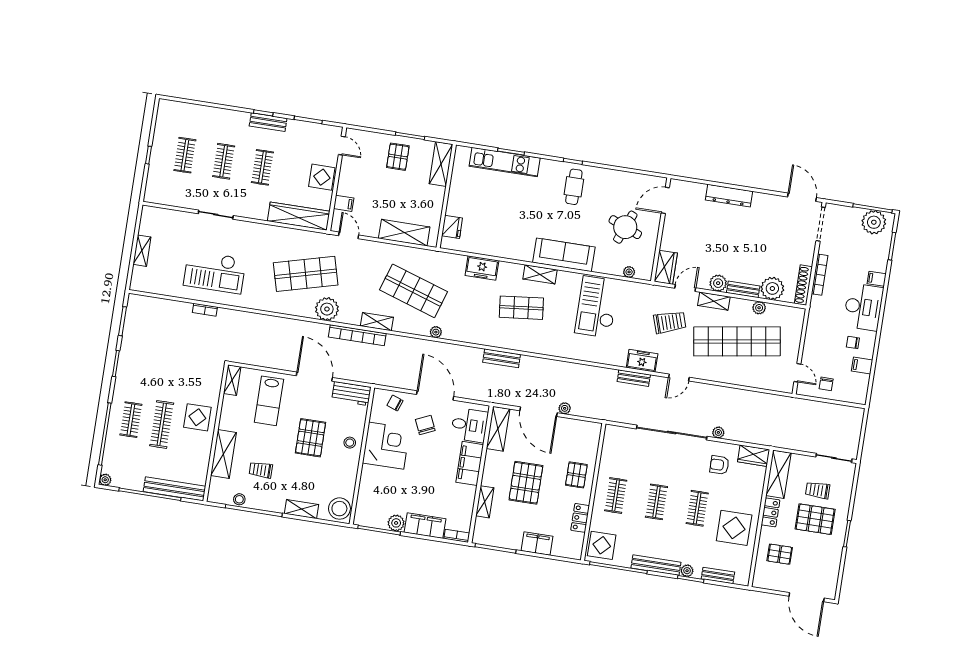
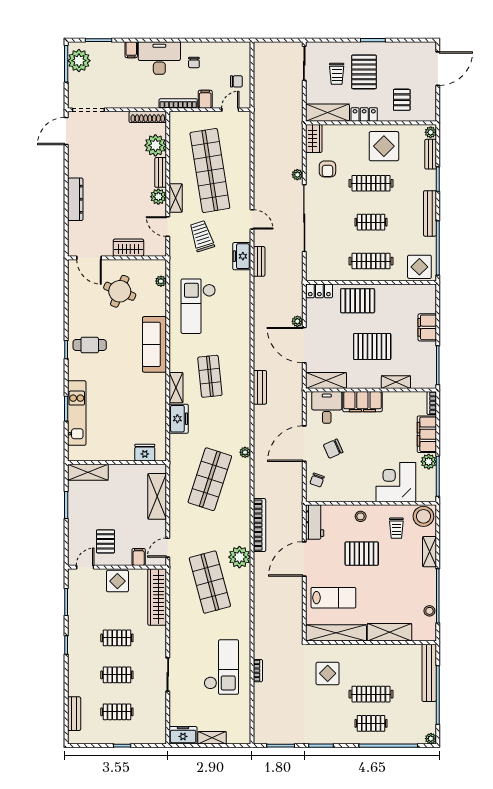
bench: (268, 122) -> (74, 714), moved
pallet: (398, 157) -> (106, 541), moved, turned 90
freezer: (149, 221) -> (183, 735), added
wardrobe: (666, 267) -> (128, 248), moved
shelving: (540, 274) -> (176, 388), moved
bookcase: (820, 275) -> (178, 103), moved
checkout: (597, 307) -> (198, 306), turned 90
plant: (759, 308) -> (175, 155), removed
shelving: (377, 322) -> (244, 509), removed
filing cabinet: (862, 365) -> (205, 99), moved, turned 180
shelving: (232, 380) -> (336, 633), width x2.20, depth x1.33
door: (539, 412) -> (304, 345), swing flipped
display table: (197, 417) -> (328, 673), moved
corner desk: (386, 446) -> (396, 482), moved
trolley: (261, 470) -> (396, 528), moved
pallet: (576, 475) -> (358, 301), width x1.50, depth x1.42
clothes rail: (616, 496) -> (371, 261), width x1.36
clothes rail: (697, 508) -> (371, 183), width x1.36
locker: (580, 518) -> (319, 291), moved
plant: (687, 571) -> (431, 132), moved

